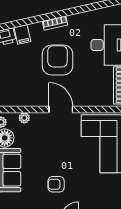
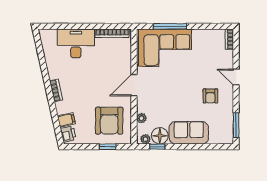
armchair: (58, 60) -> (109, 121), moved, turned -90
armchair: (56, 184) -> (210, 96), moved

